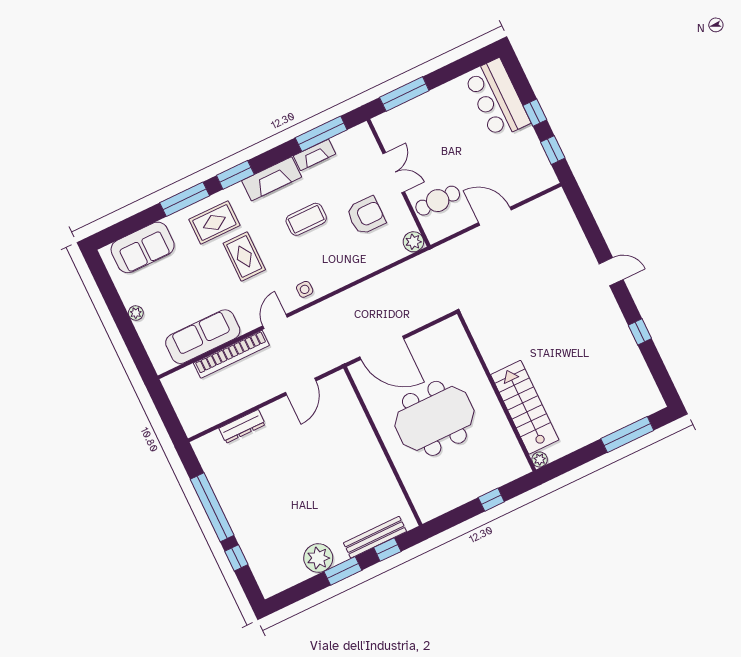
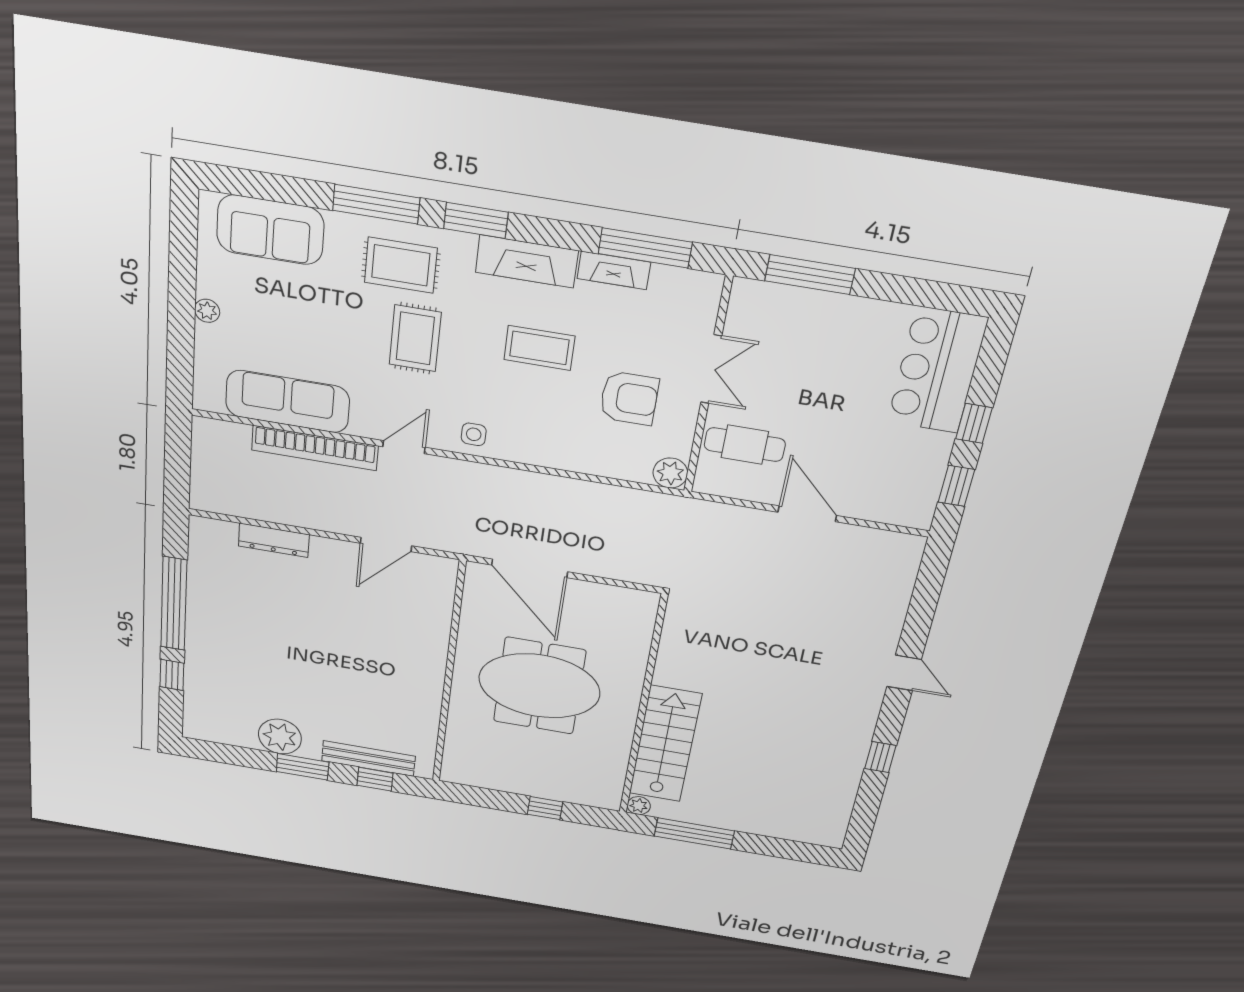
window: (627, 435) -> (694, 833), moved

